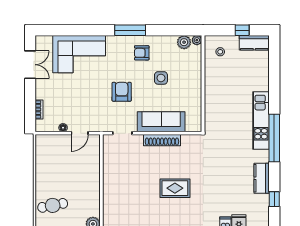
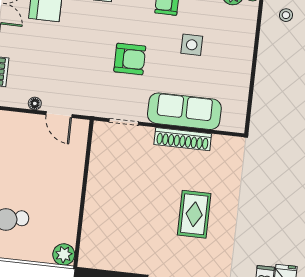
armchair: (122, 92) -> (130, 59), turned 90
door: (80, 133) -> (59, 115), hinge flipped
rug: (175, 188) -> (194, 214), turned 90

